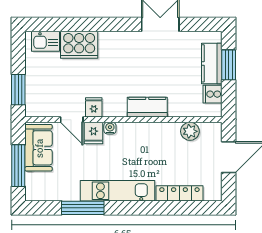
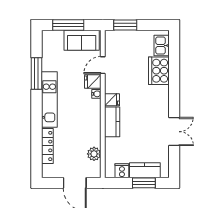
fridge: (94, 107) -> (112, 100), moved

